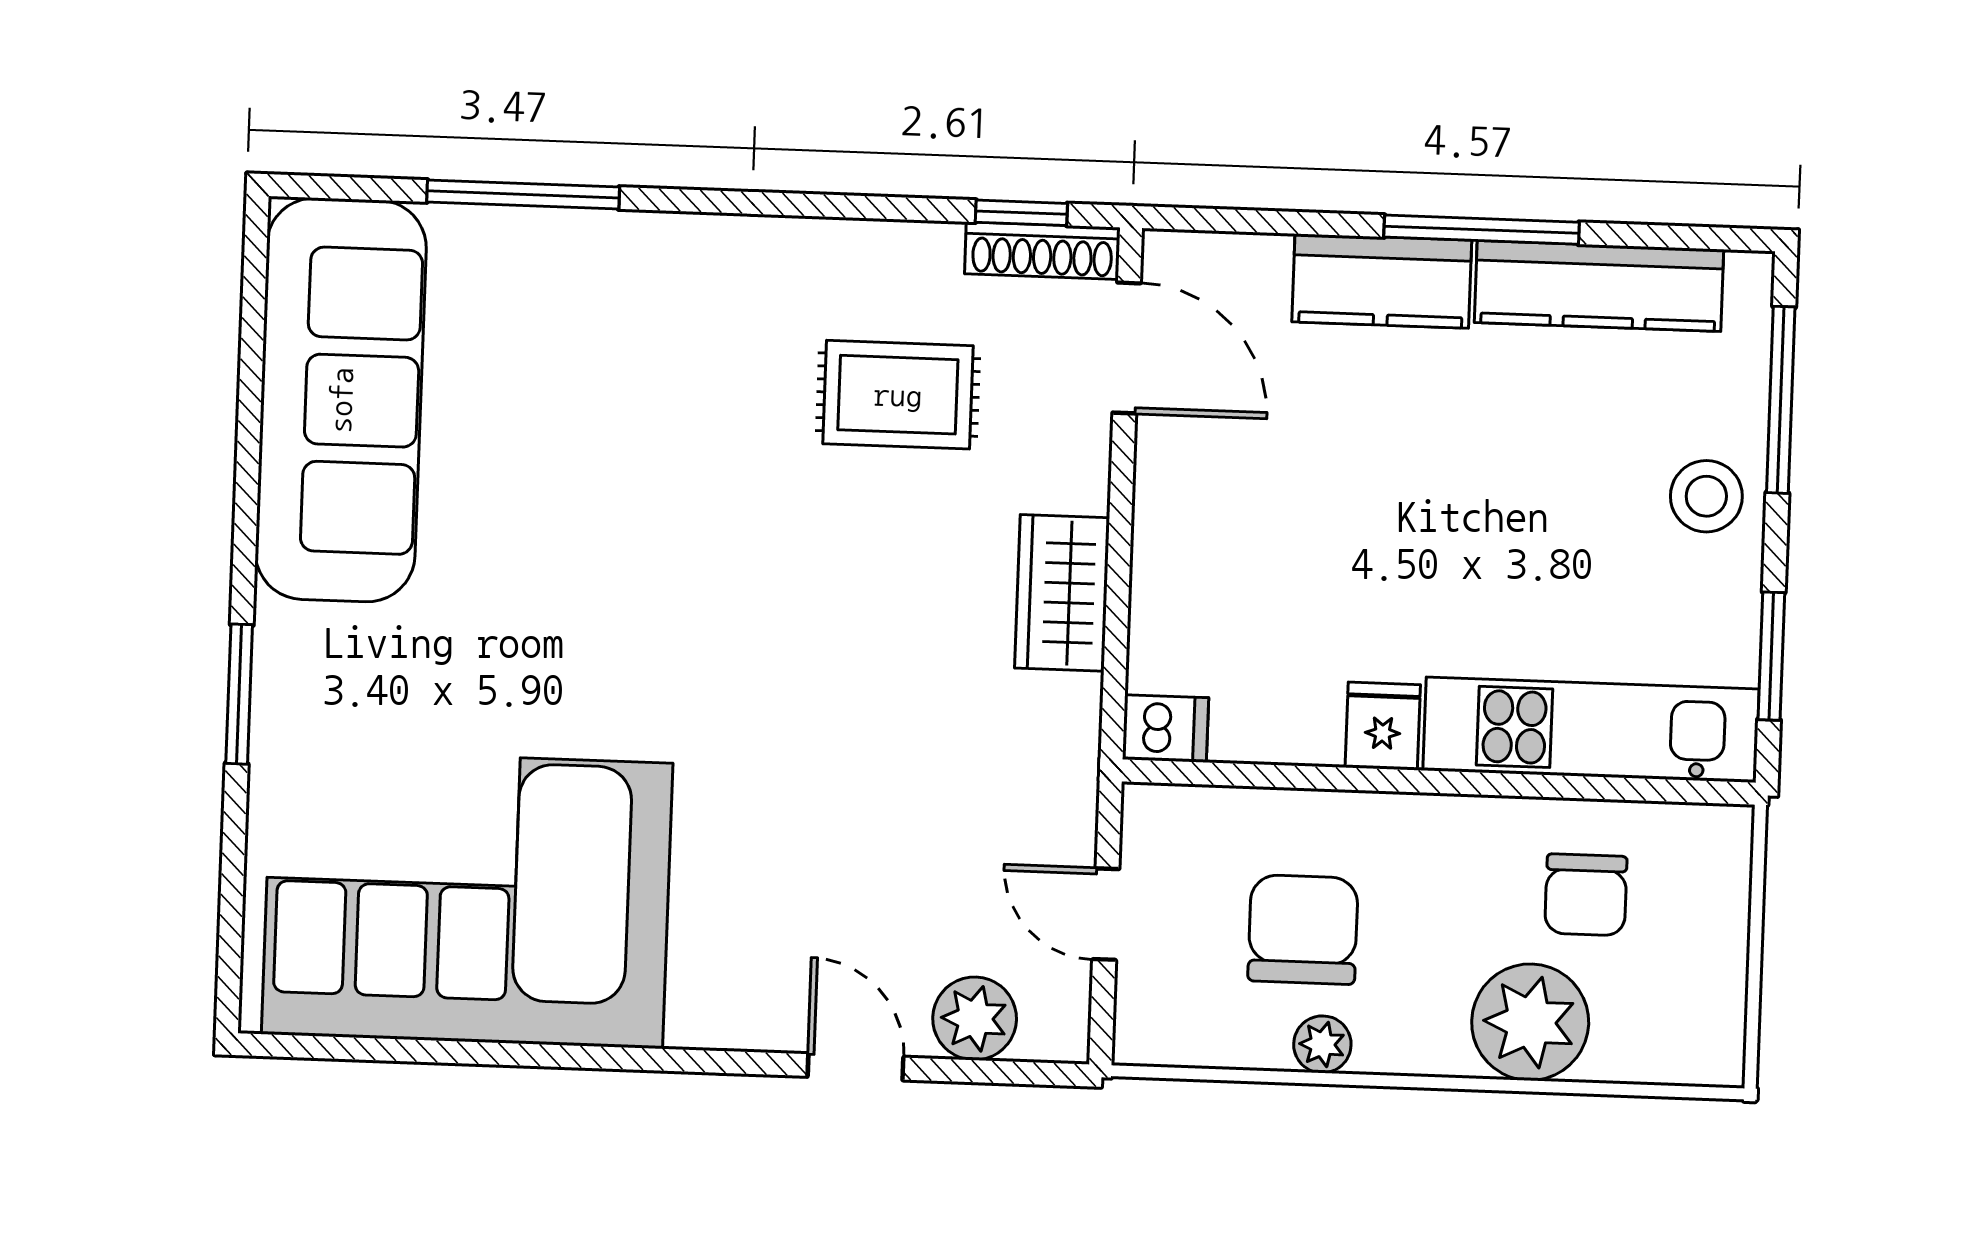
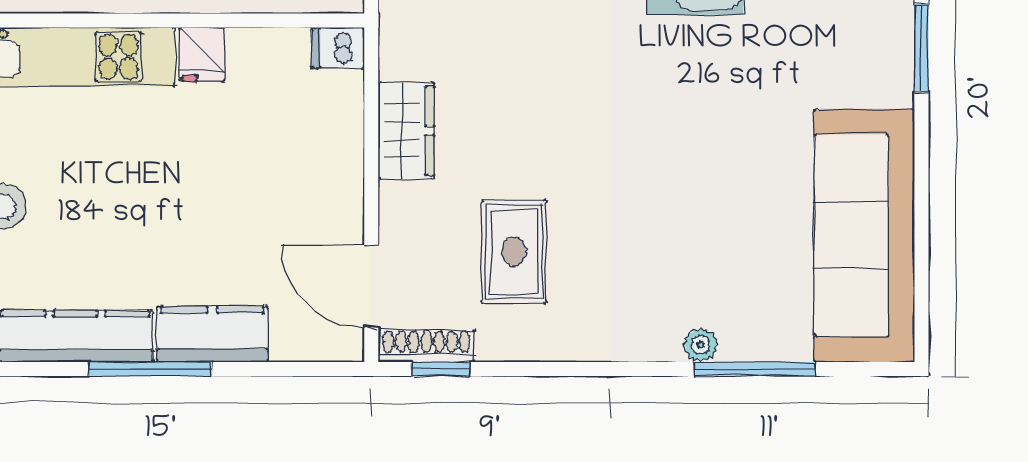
plant: (607, 236) -> (701, 345), added
rug: (898, 395) -> (514, 252), turned 90

